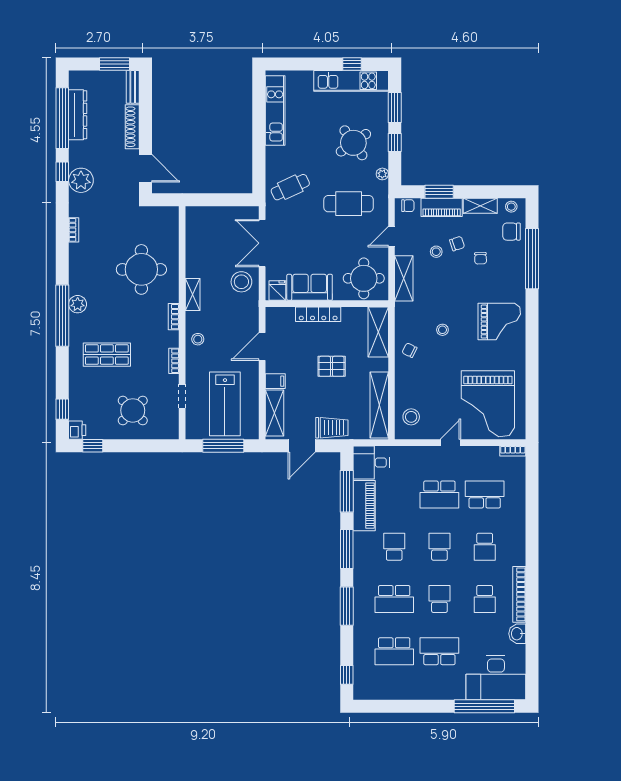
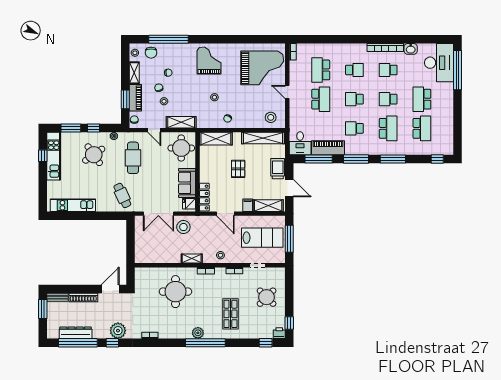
locker: (318, 314) -> (204, 197), moved
school desk: (485, 599) -> (388, 70), turned 180

